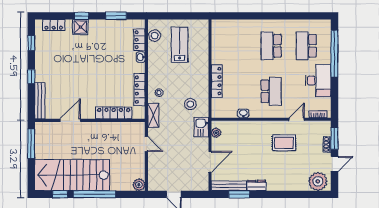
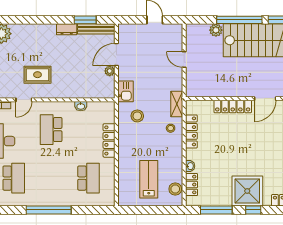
window: (116, 16) -> (216, 210), width x1.44
window: (274, 16) -> (49, 210), added
shower: (80, 27) -> (247, 191), width x1.86, depth x1.86
lab bench: (180, 45) -> (149, 179), turned 180
school desk: (271, 46) -> (89, 178), moved
locker: (114, 113) -> (233, 107), moved
plant: (216, 133) -> (110, 71), moved
door: (146, 144) -> (184, 59), moved
plant: (139, 185) -> (216, 30), moved

